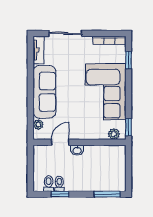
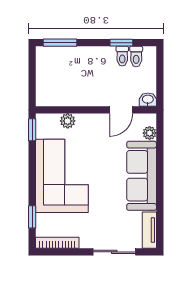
plant: (114, 134) -> (68, 121), moved
washbasin: (77, 150) -> (148, 100), moved

